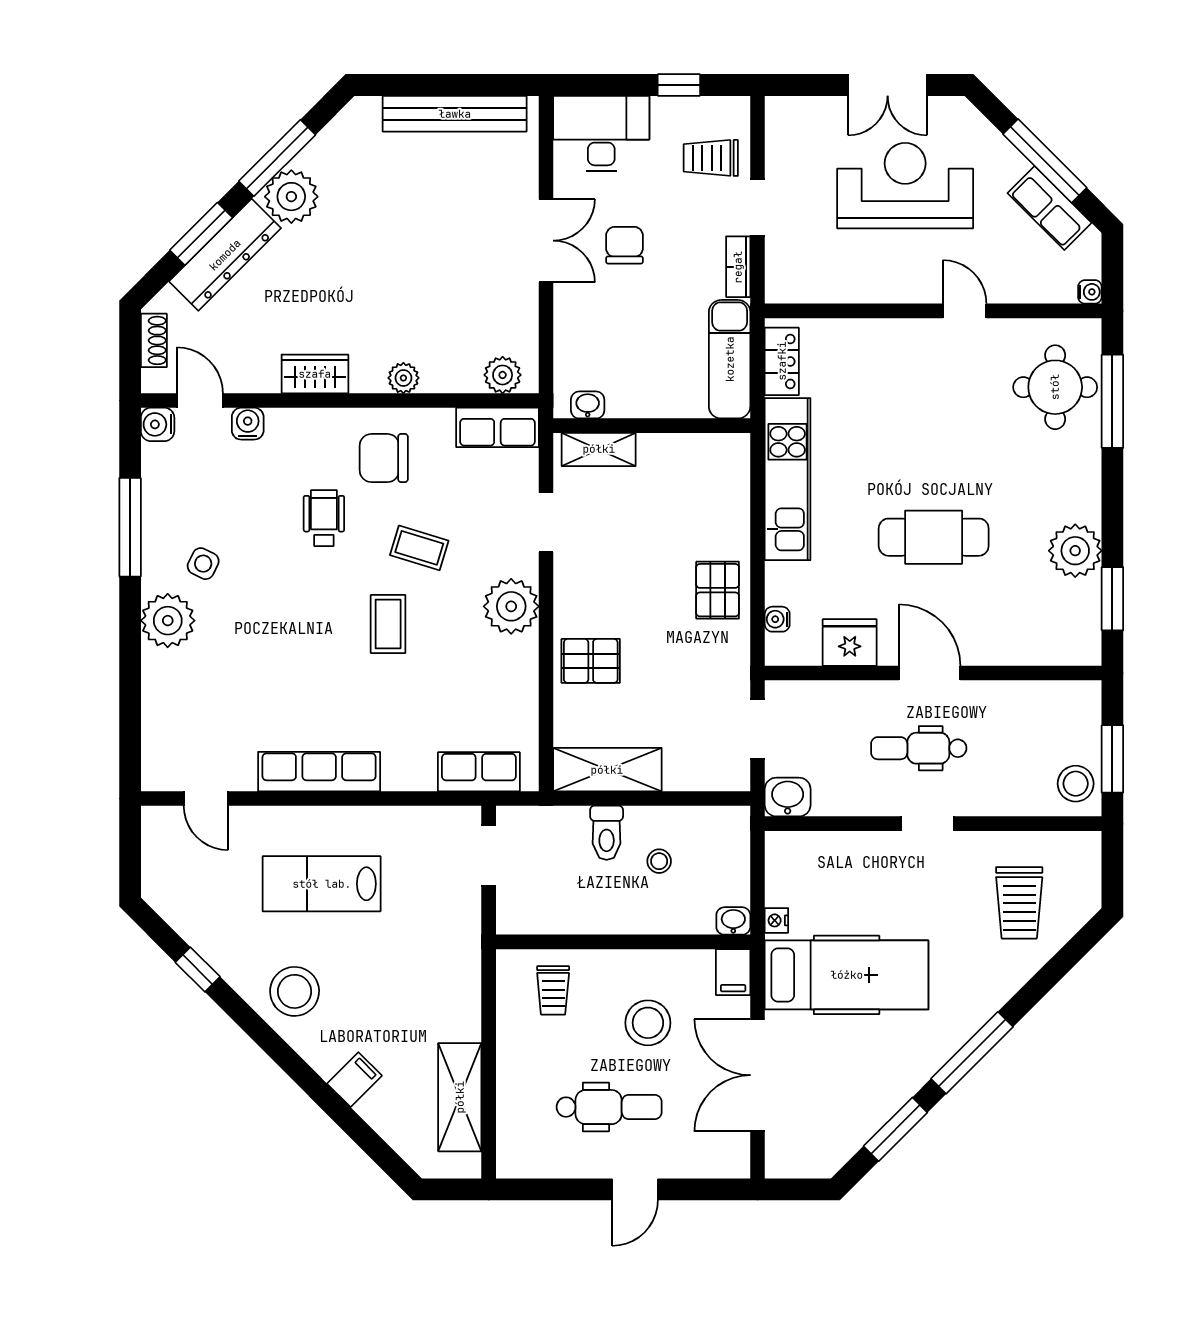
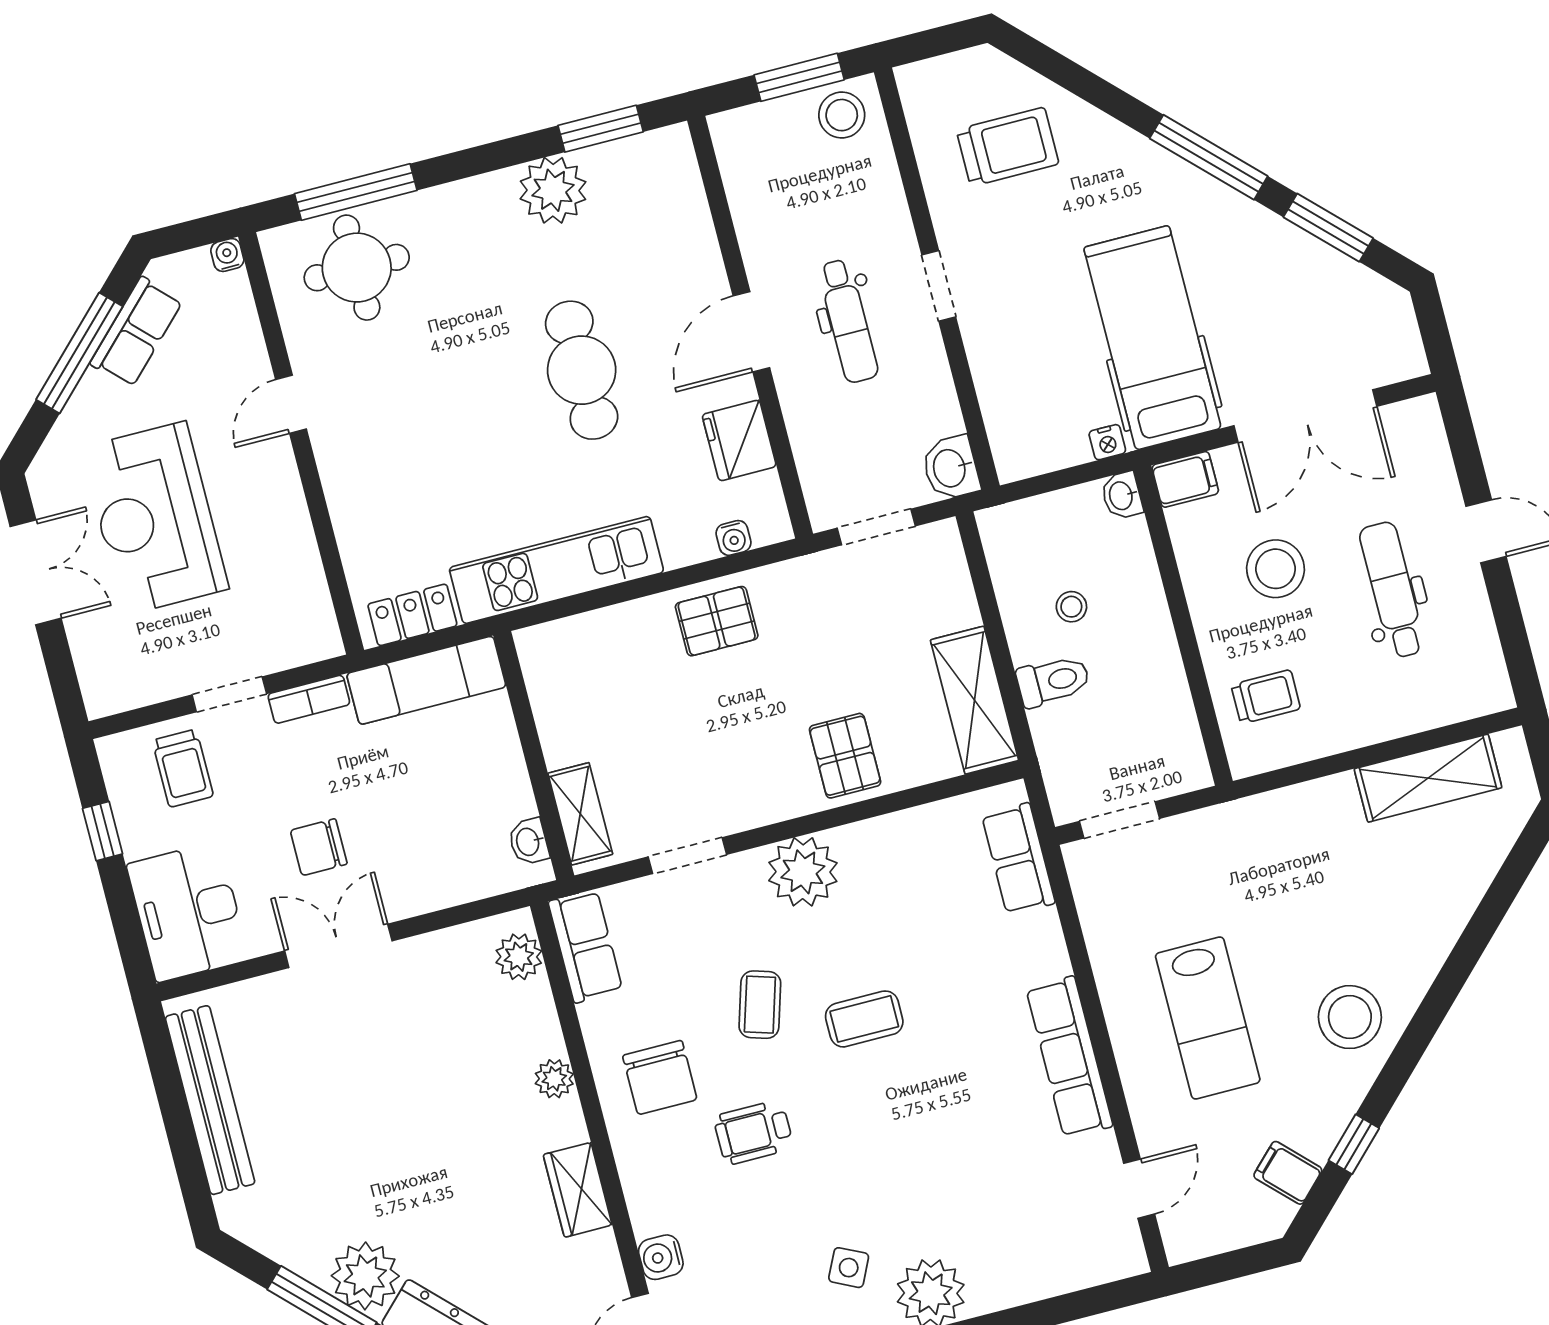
filing cabinet: (354, 1080) -> (1288, 1173), moved

